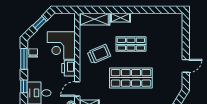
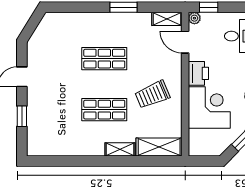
window: (186, 40) -> (22, 116), added
shop shelf: (131, 78) -> (104, 59), width x0.70, depth x0.74
door: (77, 89) -> (185, 42), swing flipped

